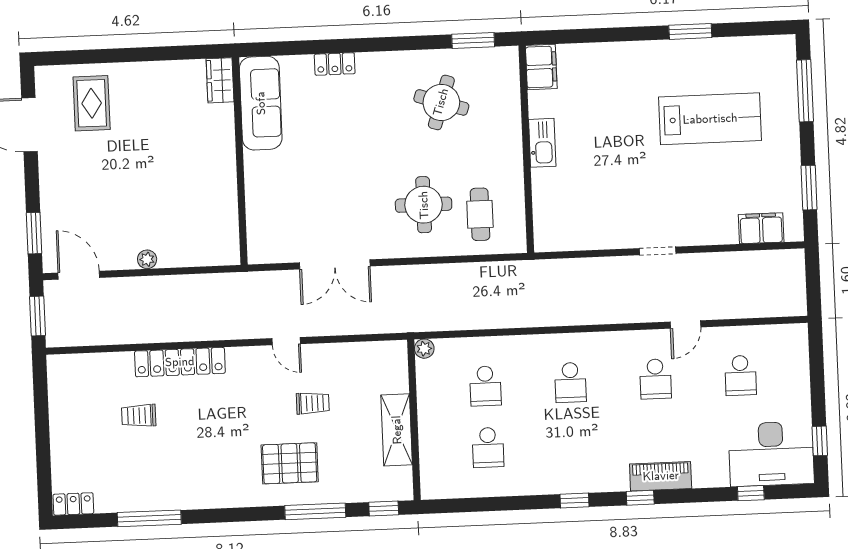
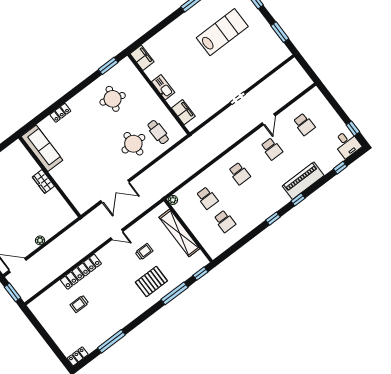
wardrobe: (220, 80) -> (43, 181), moved
filing cabinet: (761, 228) -> (183, 112), moved, turned 90
shelving: (397, 430) -> (179, 233), width x1.47
desk: (771, 454) -> (347, 144), width x0.53, depth x0.77
piano: (661, 476) -> (303, 181), width x1.37, depth x1.33

